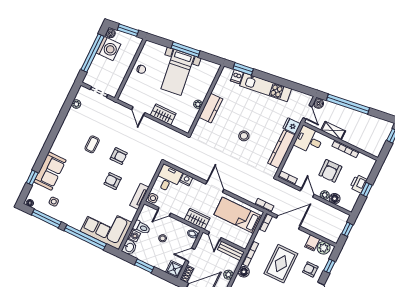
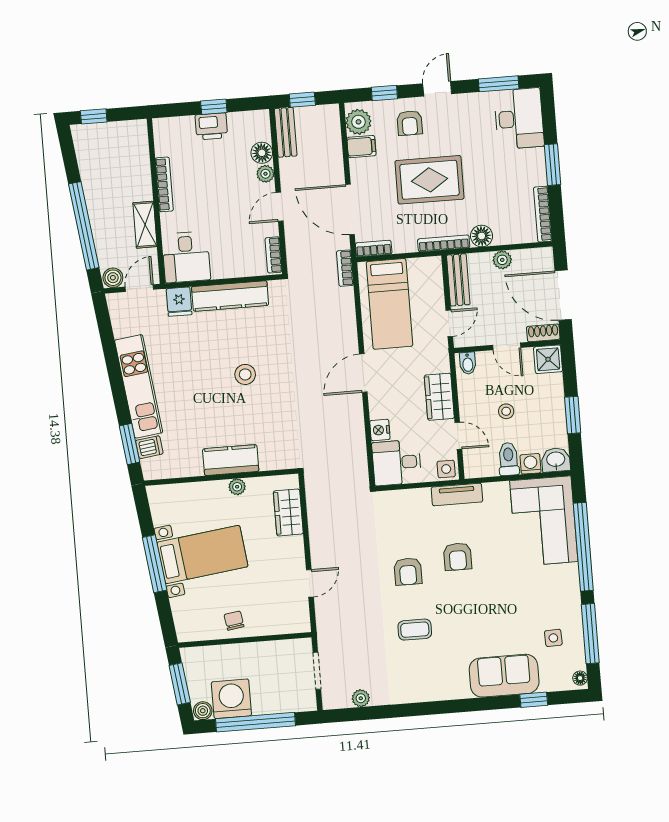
wardrobe: (163, 114) -> (288, 512), moved
armchair: (119, 156) -> (408, 571), turned 180
armchair: (330, 171) -> (218, 188), removed
bench: (337, 214) -> (286, 132), added
wardrobe: (197, 219) -> (439, 397), moved

